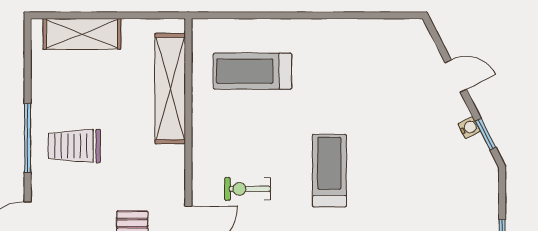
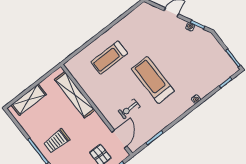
treadmill: (252, 71) -> (109, 58), moved
treadmill: (329, 171) -> (153, 80), width x1.37, depth x1.38

